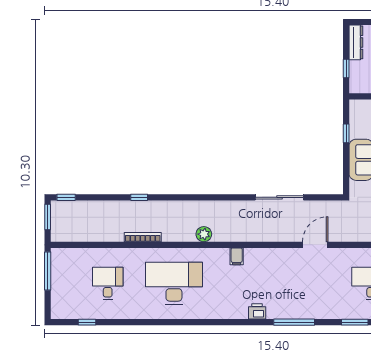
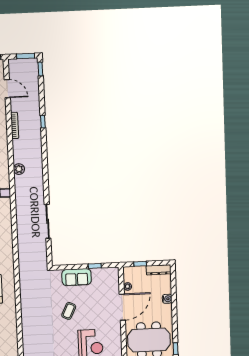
door: (315, 245) -> (7, 89), moved

